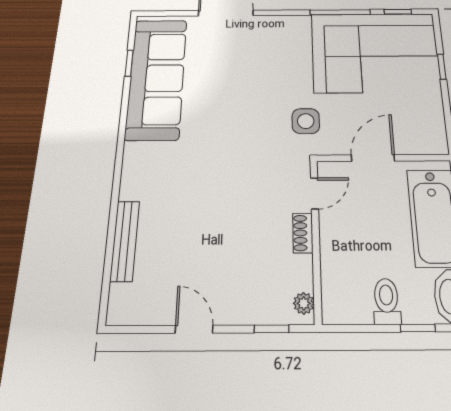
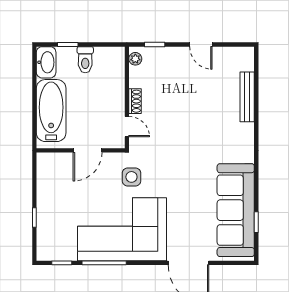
corner sofa: (375, 52) -> (122, 229), moved
door: (315, 193) -> (127, 127), swing flipped

